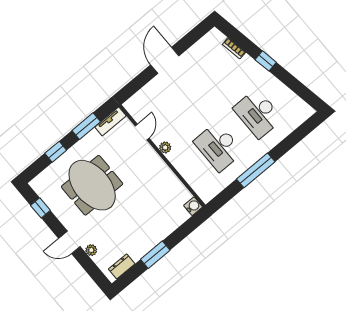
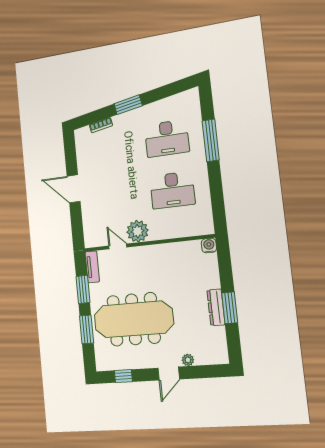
window: (266, 61) -> (128, 105), width x1.50
plant: (165, 147) -> (138, 231), width x1.88, depth x1.88
window: (56, 152) -> (87, 329), width x1.50
window: (256, 170) -> (211, 140), moved
meeting table: (92, 185) -> (133, 319), width x1.36
dresser: (122, 266) -> (216, 307), moved, width x1.44

